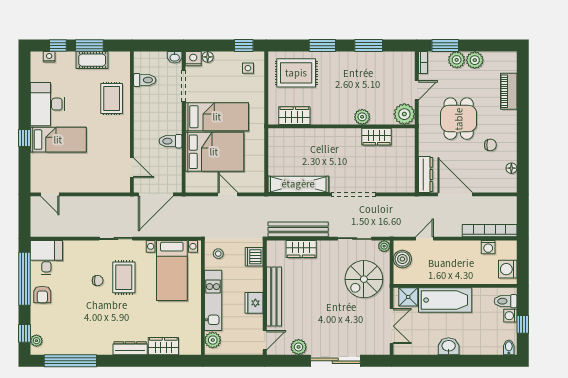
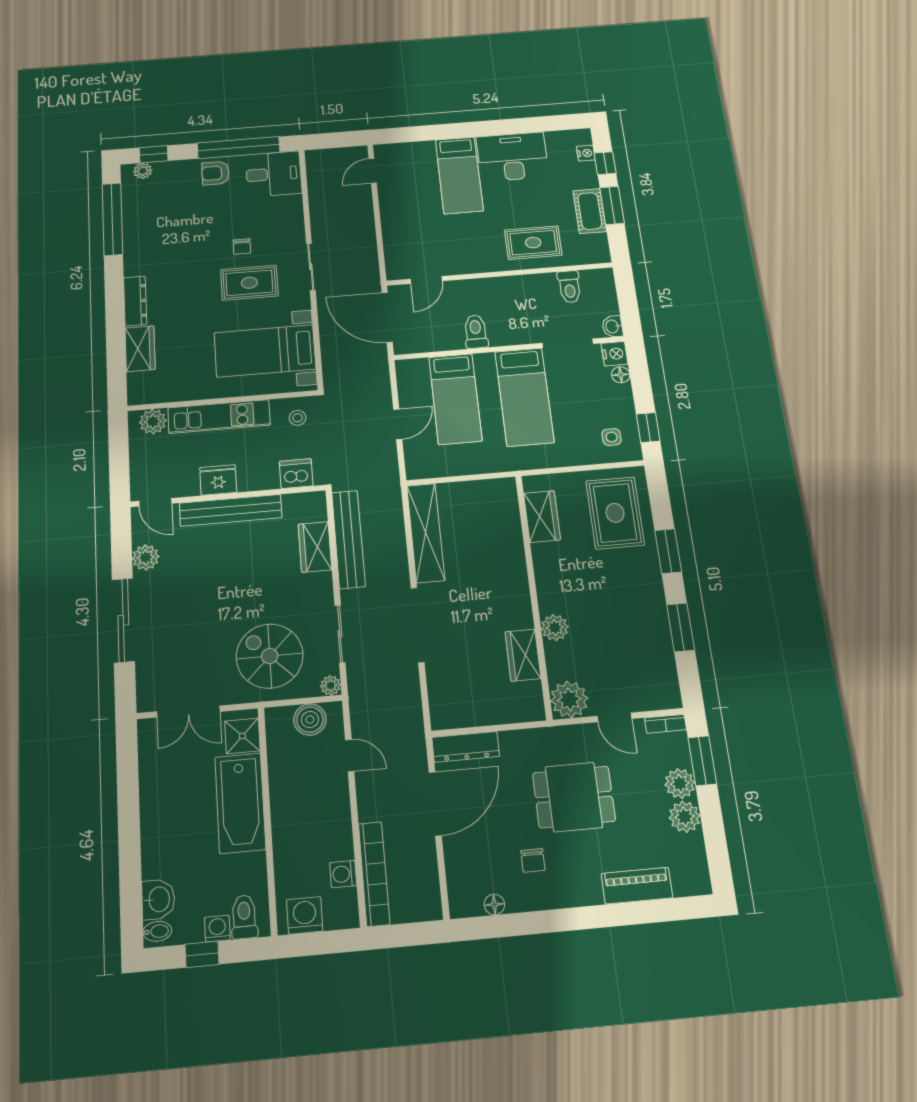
window: (25, 138) -> (456, 131), removed
bed: (214, 152) -> (455, 399), width x0.67
washbasin: (449, 346) -> (158, 899), moved

